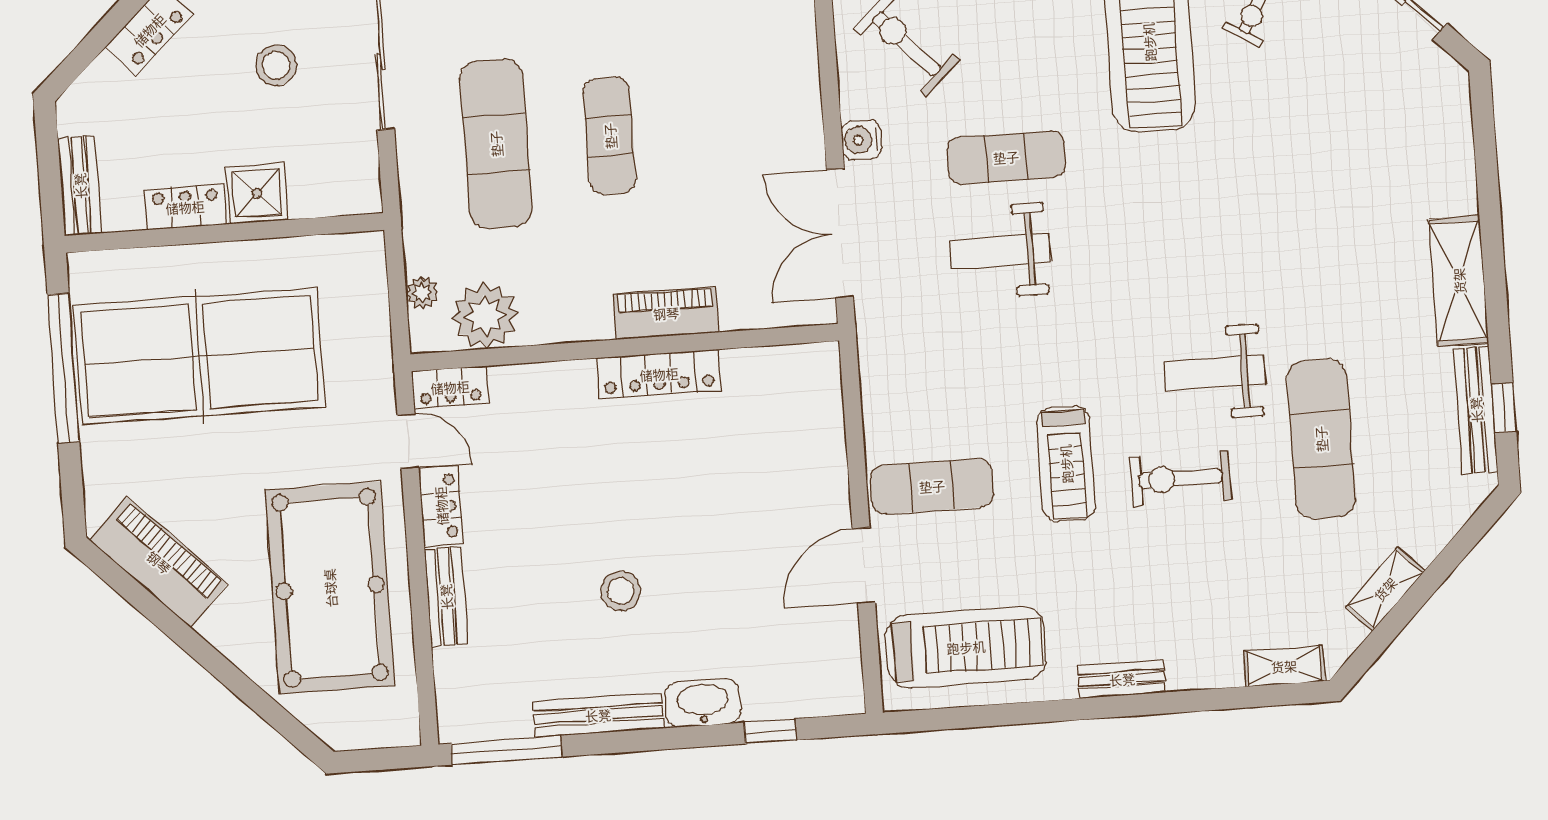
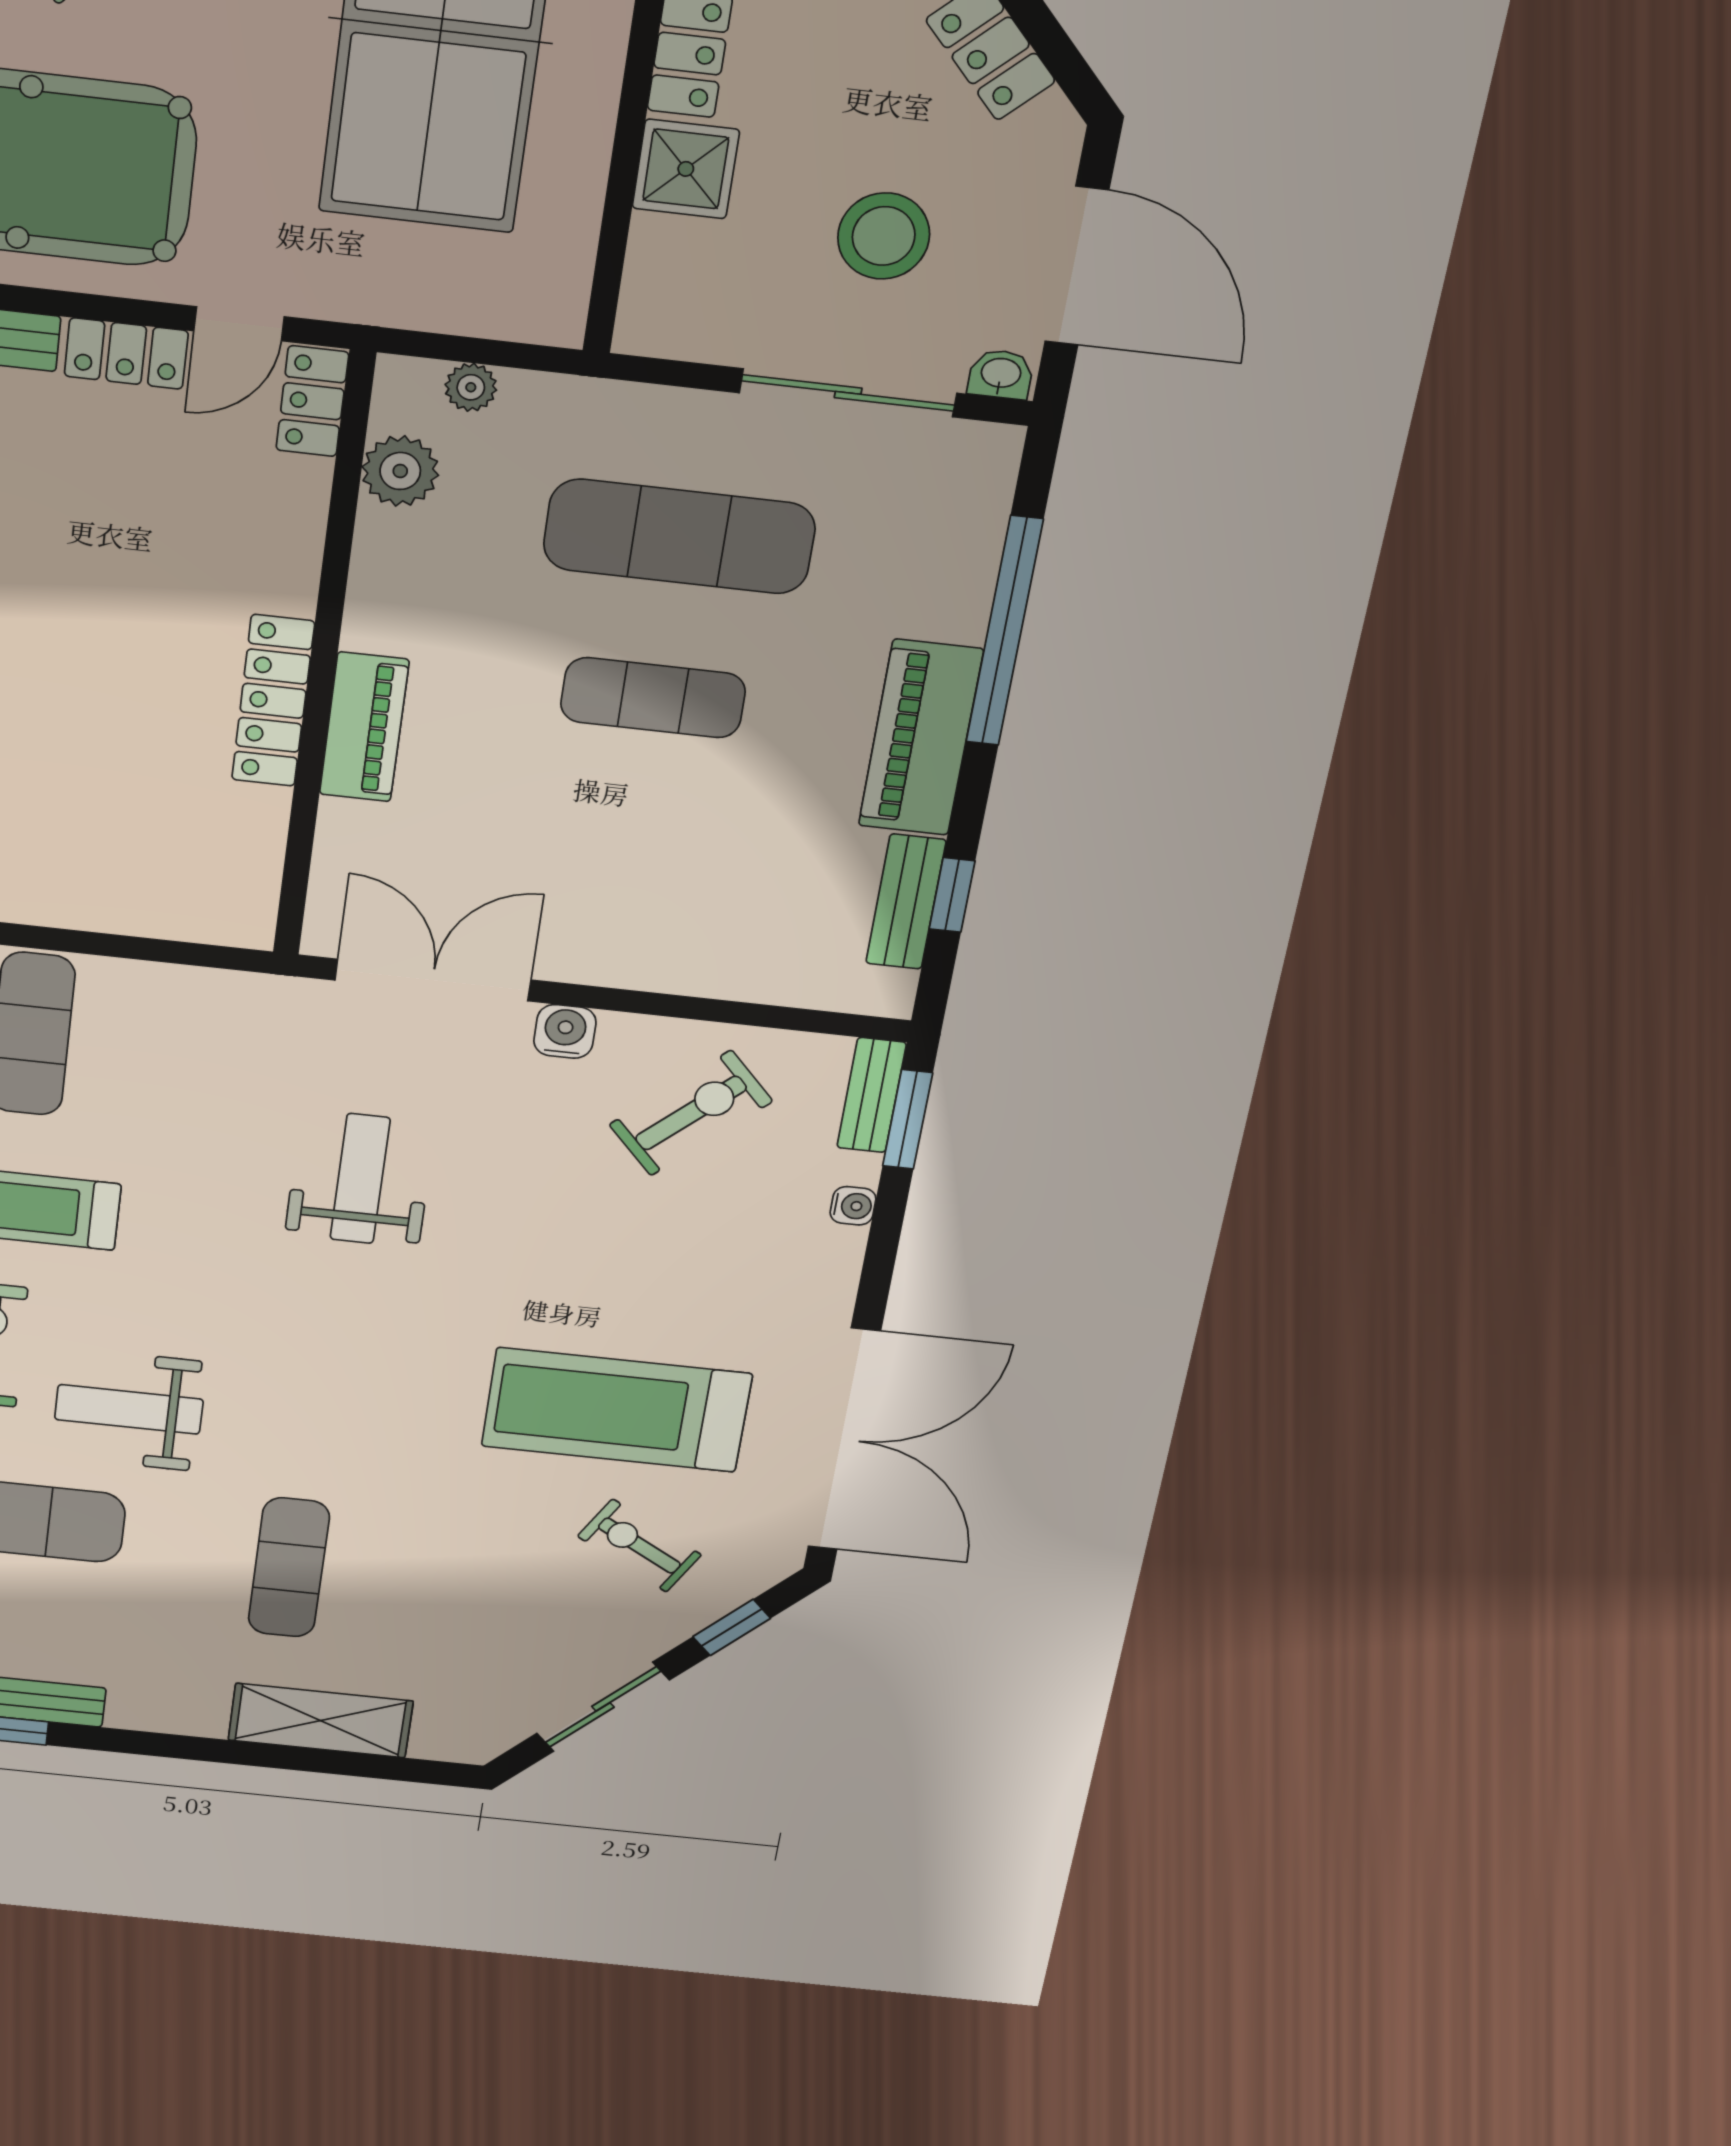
stool: (276, 65) -> (884, 236), width x1.38, depth x1.38
exercise mat: (1006, 157) -> (289, 1568), moved
shelving: (1459, 281) -> (321, 1721), moved
plant: (485, 316) -> (400, 471), width x0.73, depth x0.73
weight bench: (1215, 373) -> (129, 1409), turned -90

